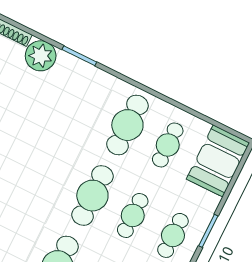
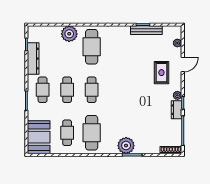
plant: (41, 56) -> (126, 146), moved
cafe table: (92, 196) -> (92, 90), width x0.73, depth x0.74

